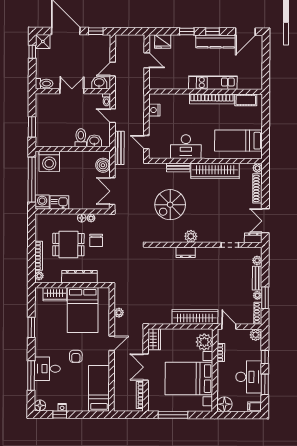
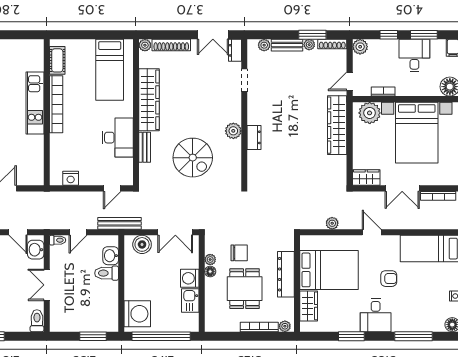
washing machine: (42, 202) -> (190, 278), moved
desk: (47, 369) -> (376, 315), moved
desk: (249, 377) -> (414, 56), width x0.73

